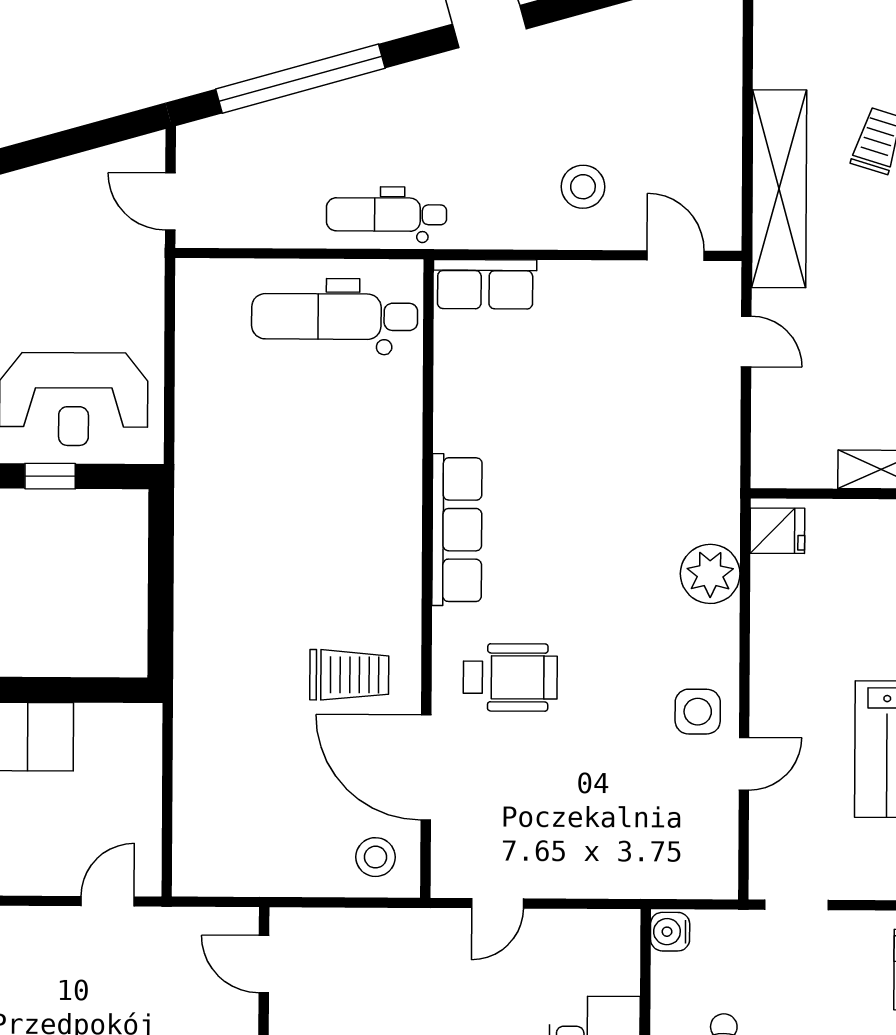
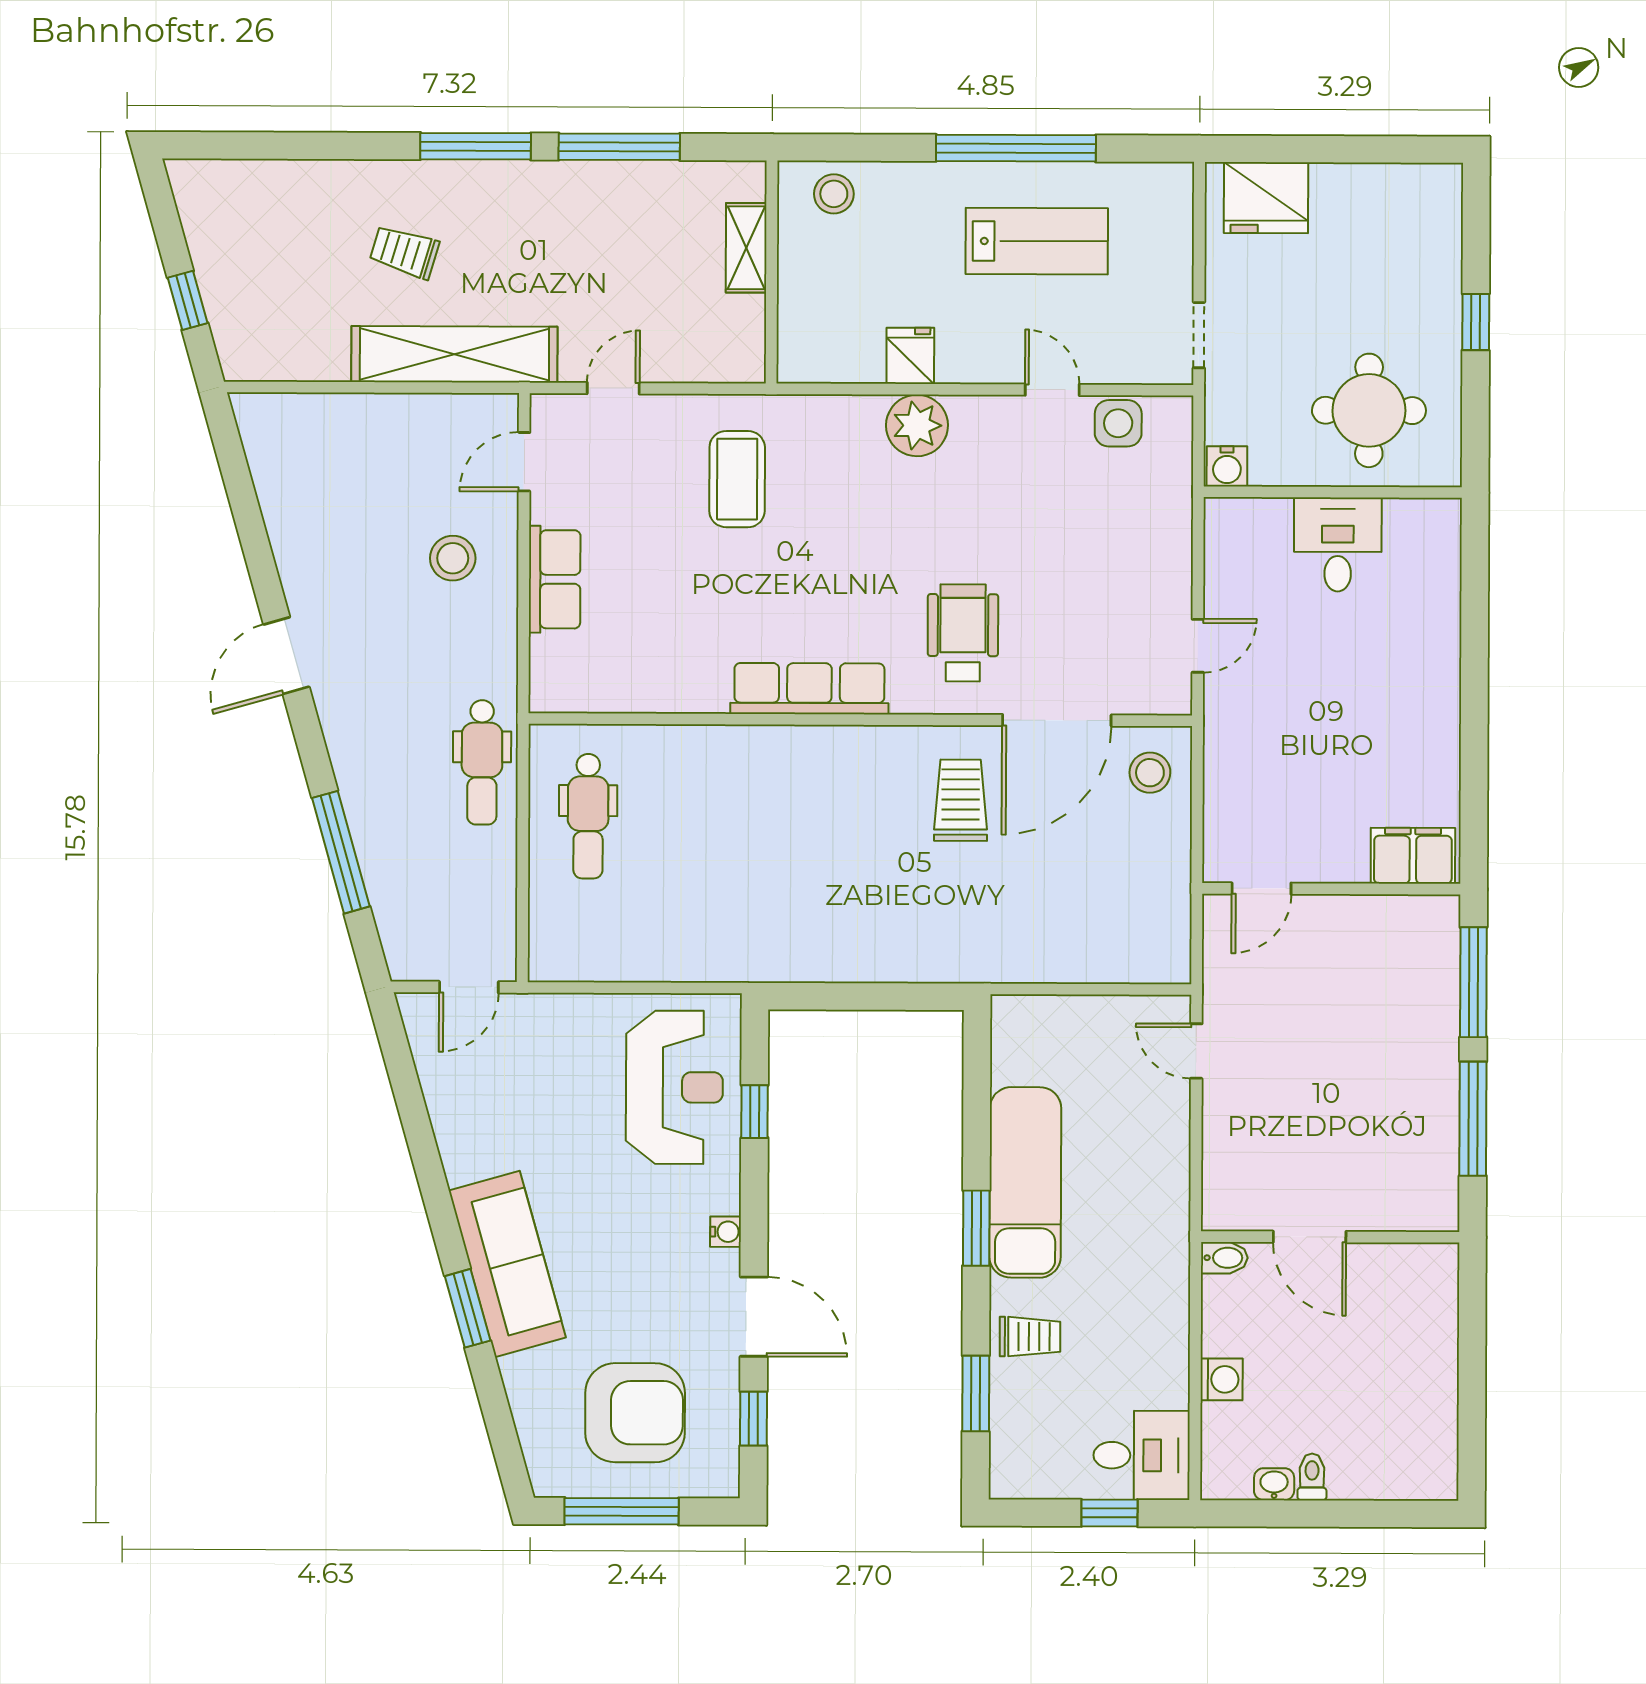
window: (300, 79) -> (341, 852), width x0.68
row of seats: (485, 284) -> (555, 579), moved
dental chair: (335, 317) -> (588, 816), width x0.73, depth x0.72
coffee table: (659, 460) -> (737, 479), added
fridge: (777, 531) -> (910, 356), moved
plant: (710, 574) -> (917, 425), moved
side table: (698, 712) -> (1118, 423), moved
door: (498, 903) -> (1198, 646), hinge flipped

